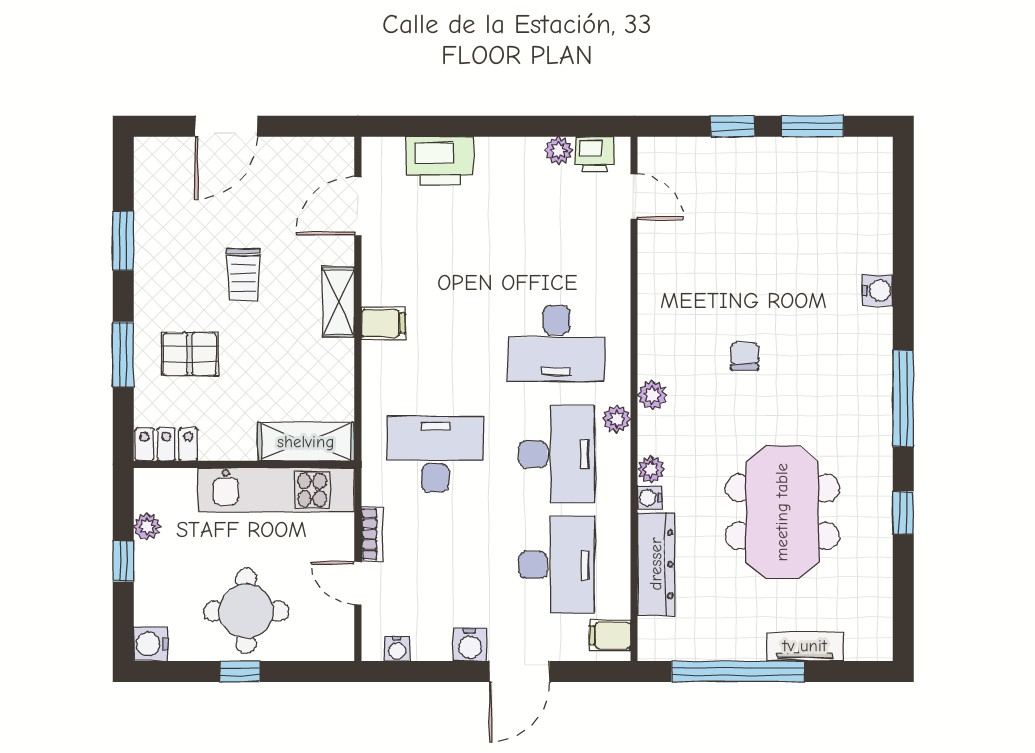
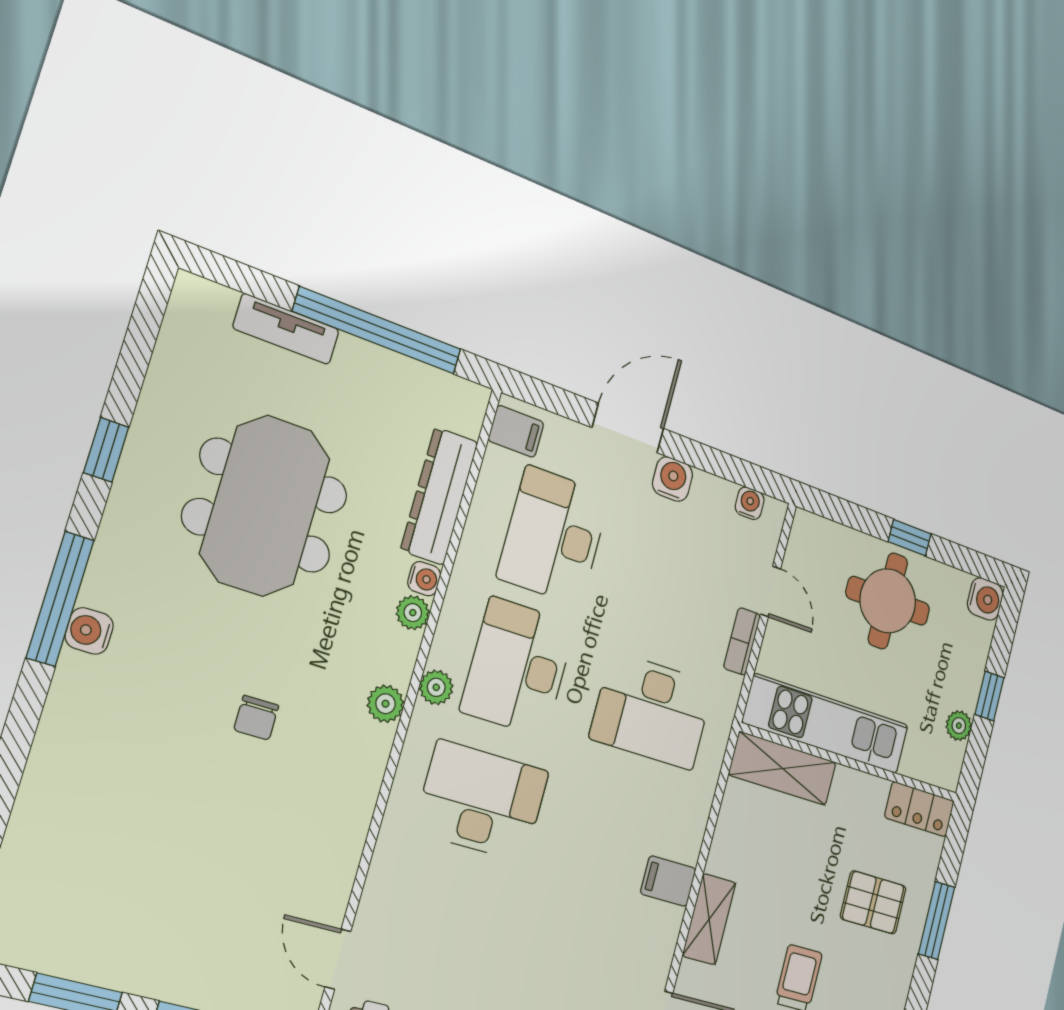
water cooler: (878, 290) -> (89, 631), moved

